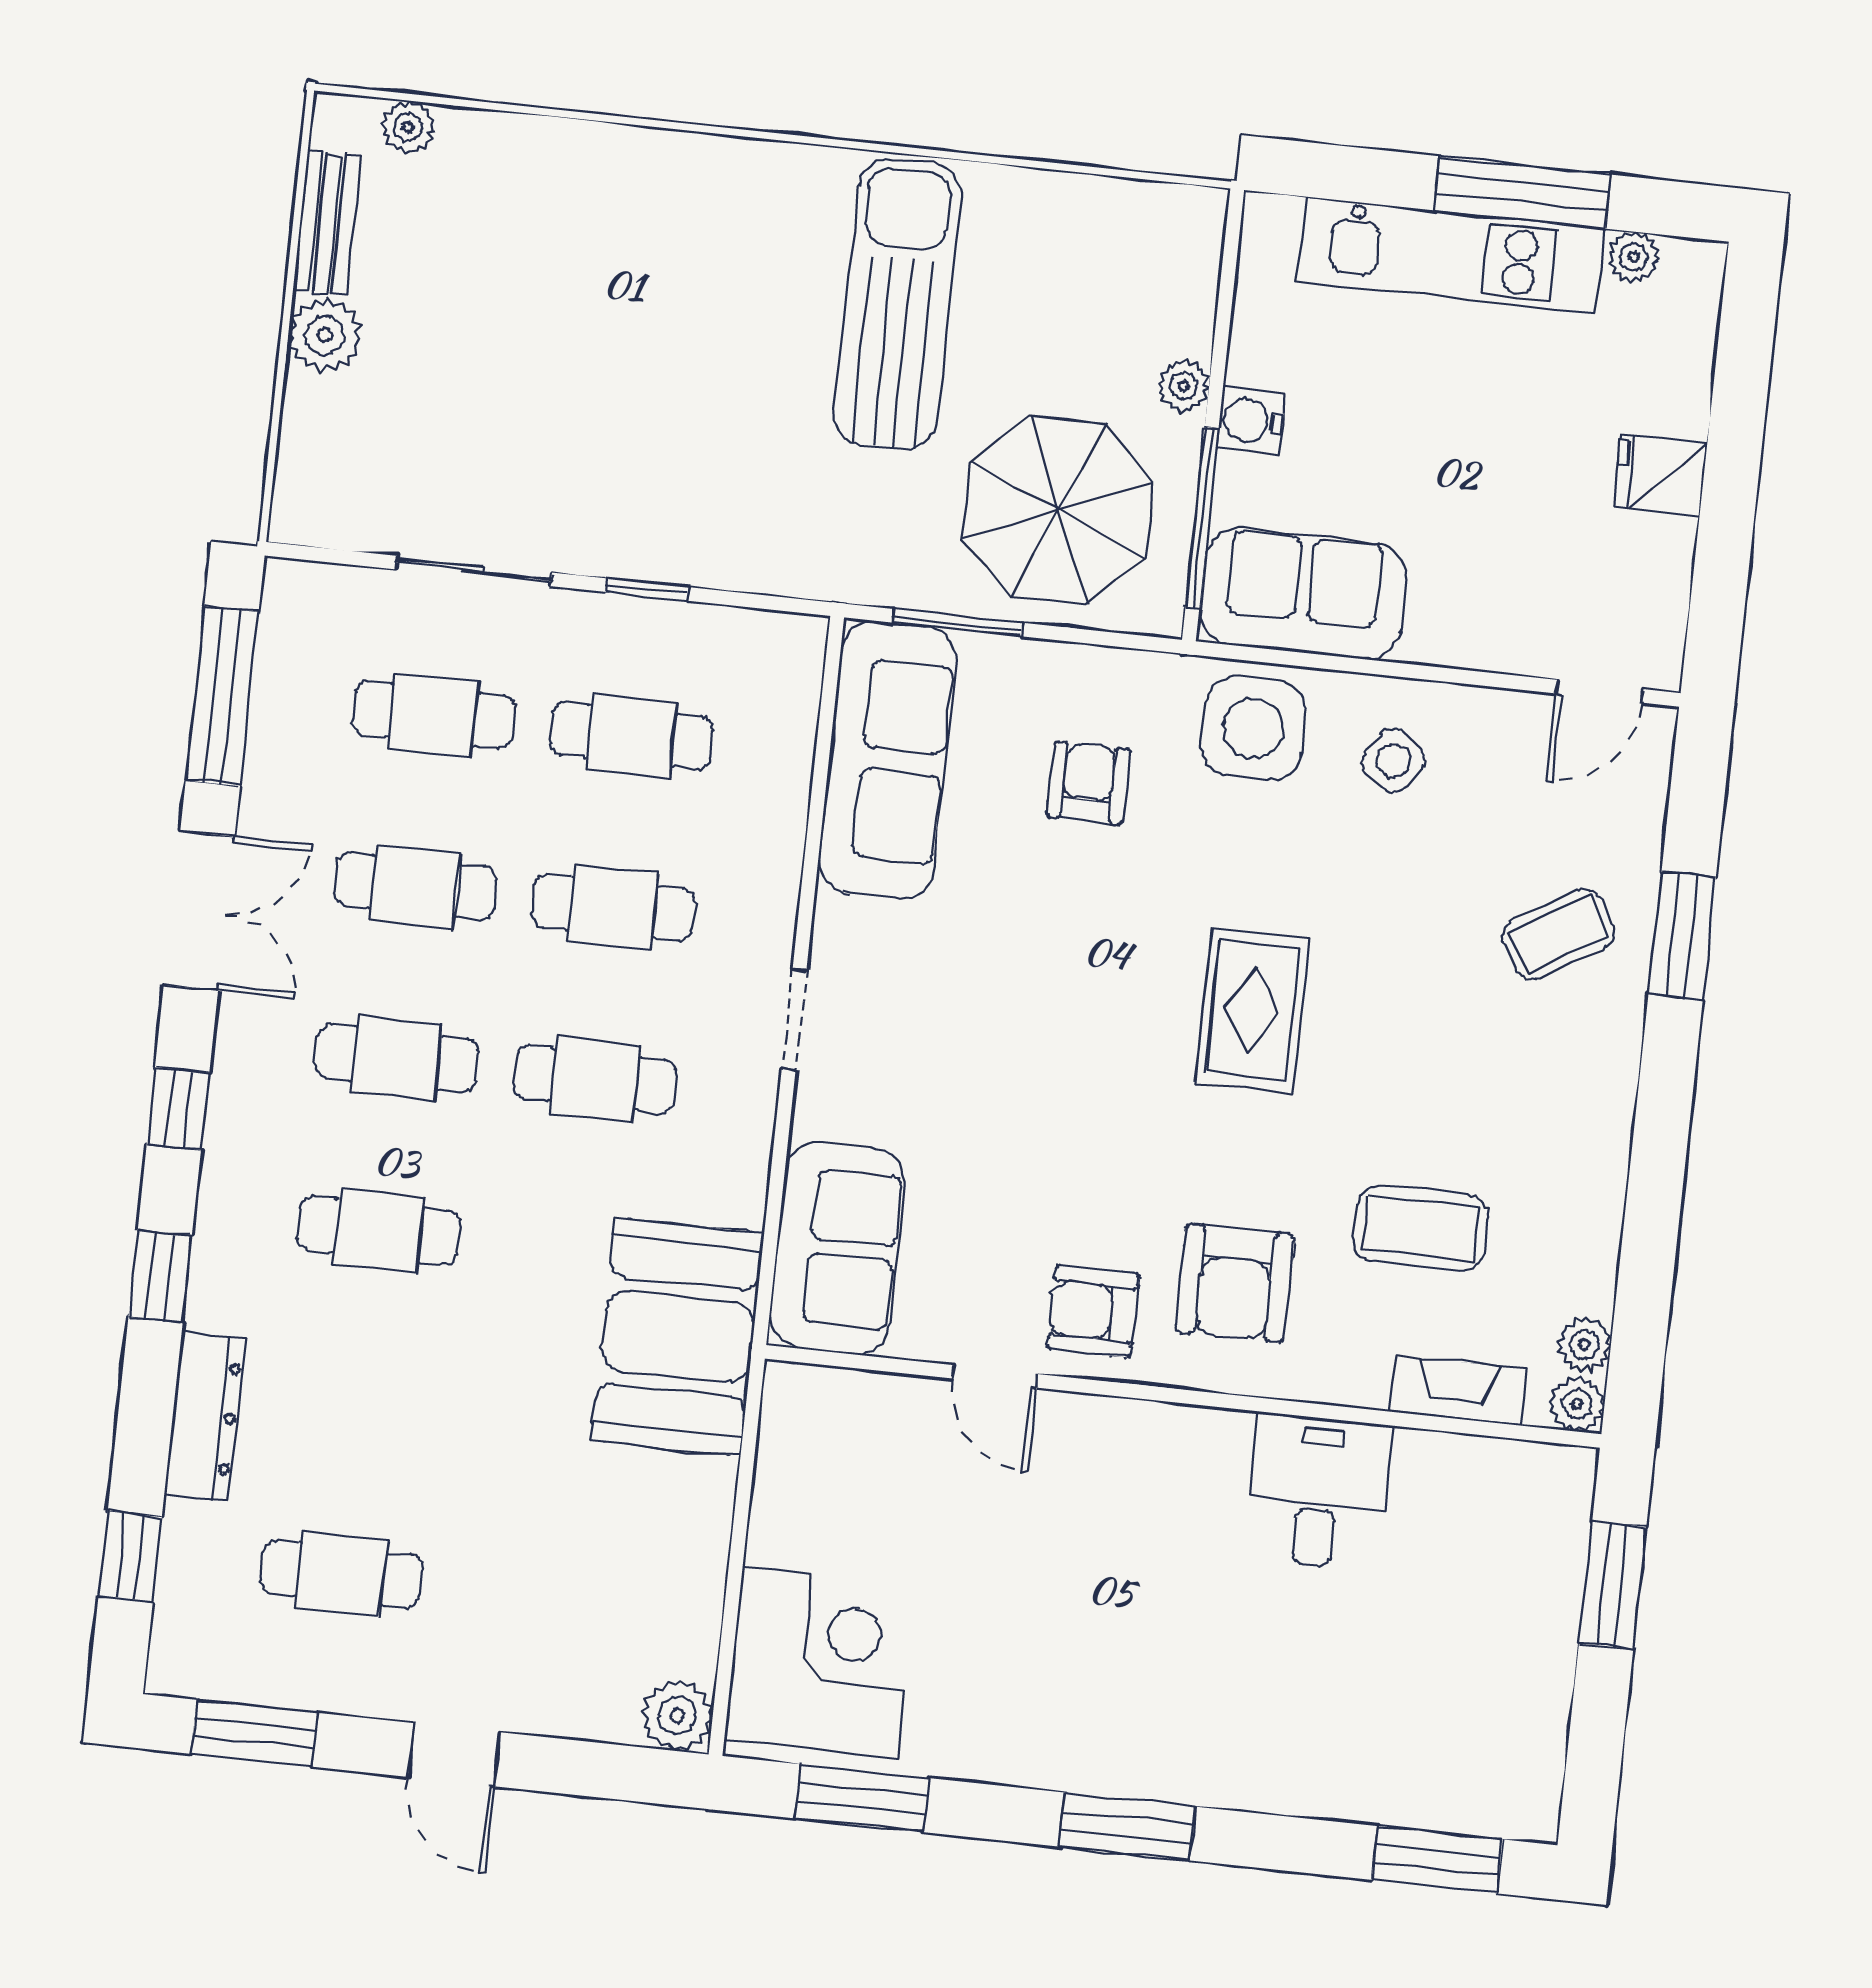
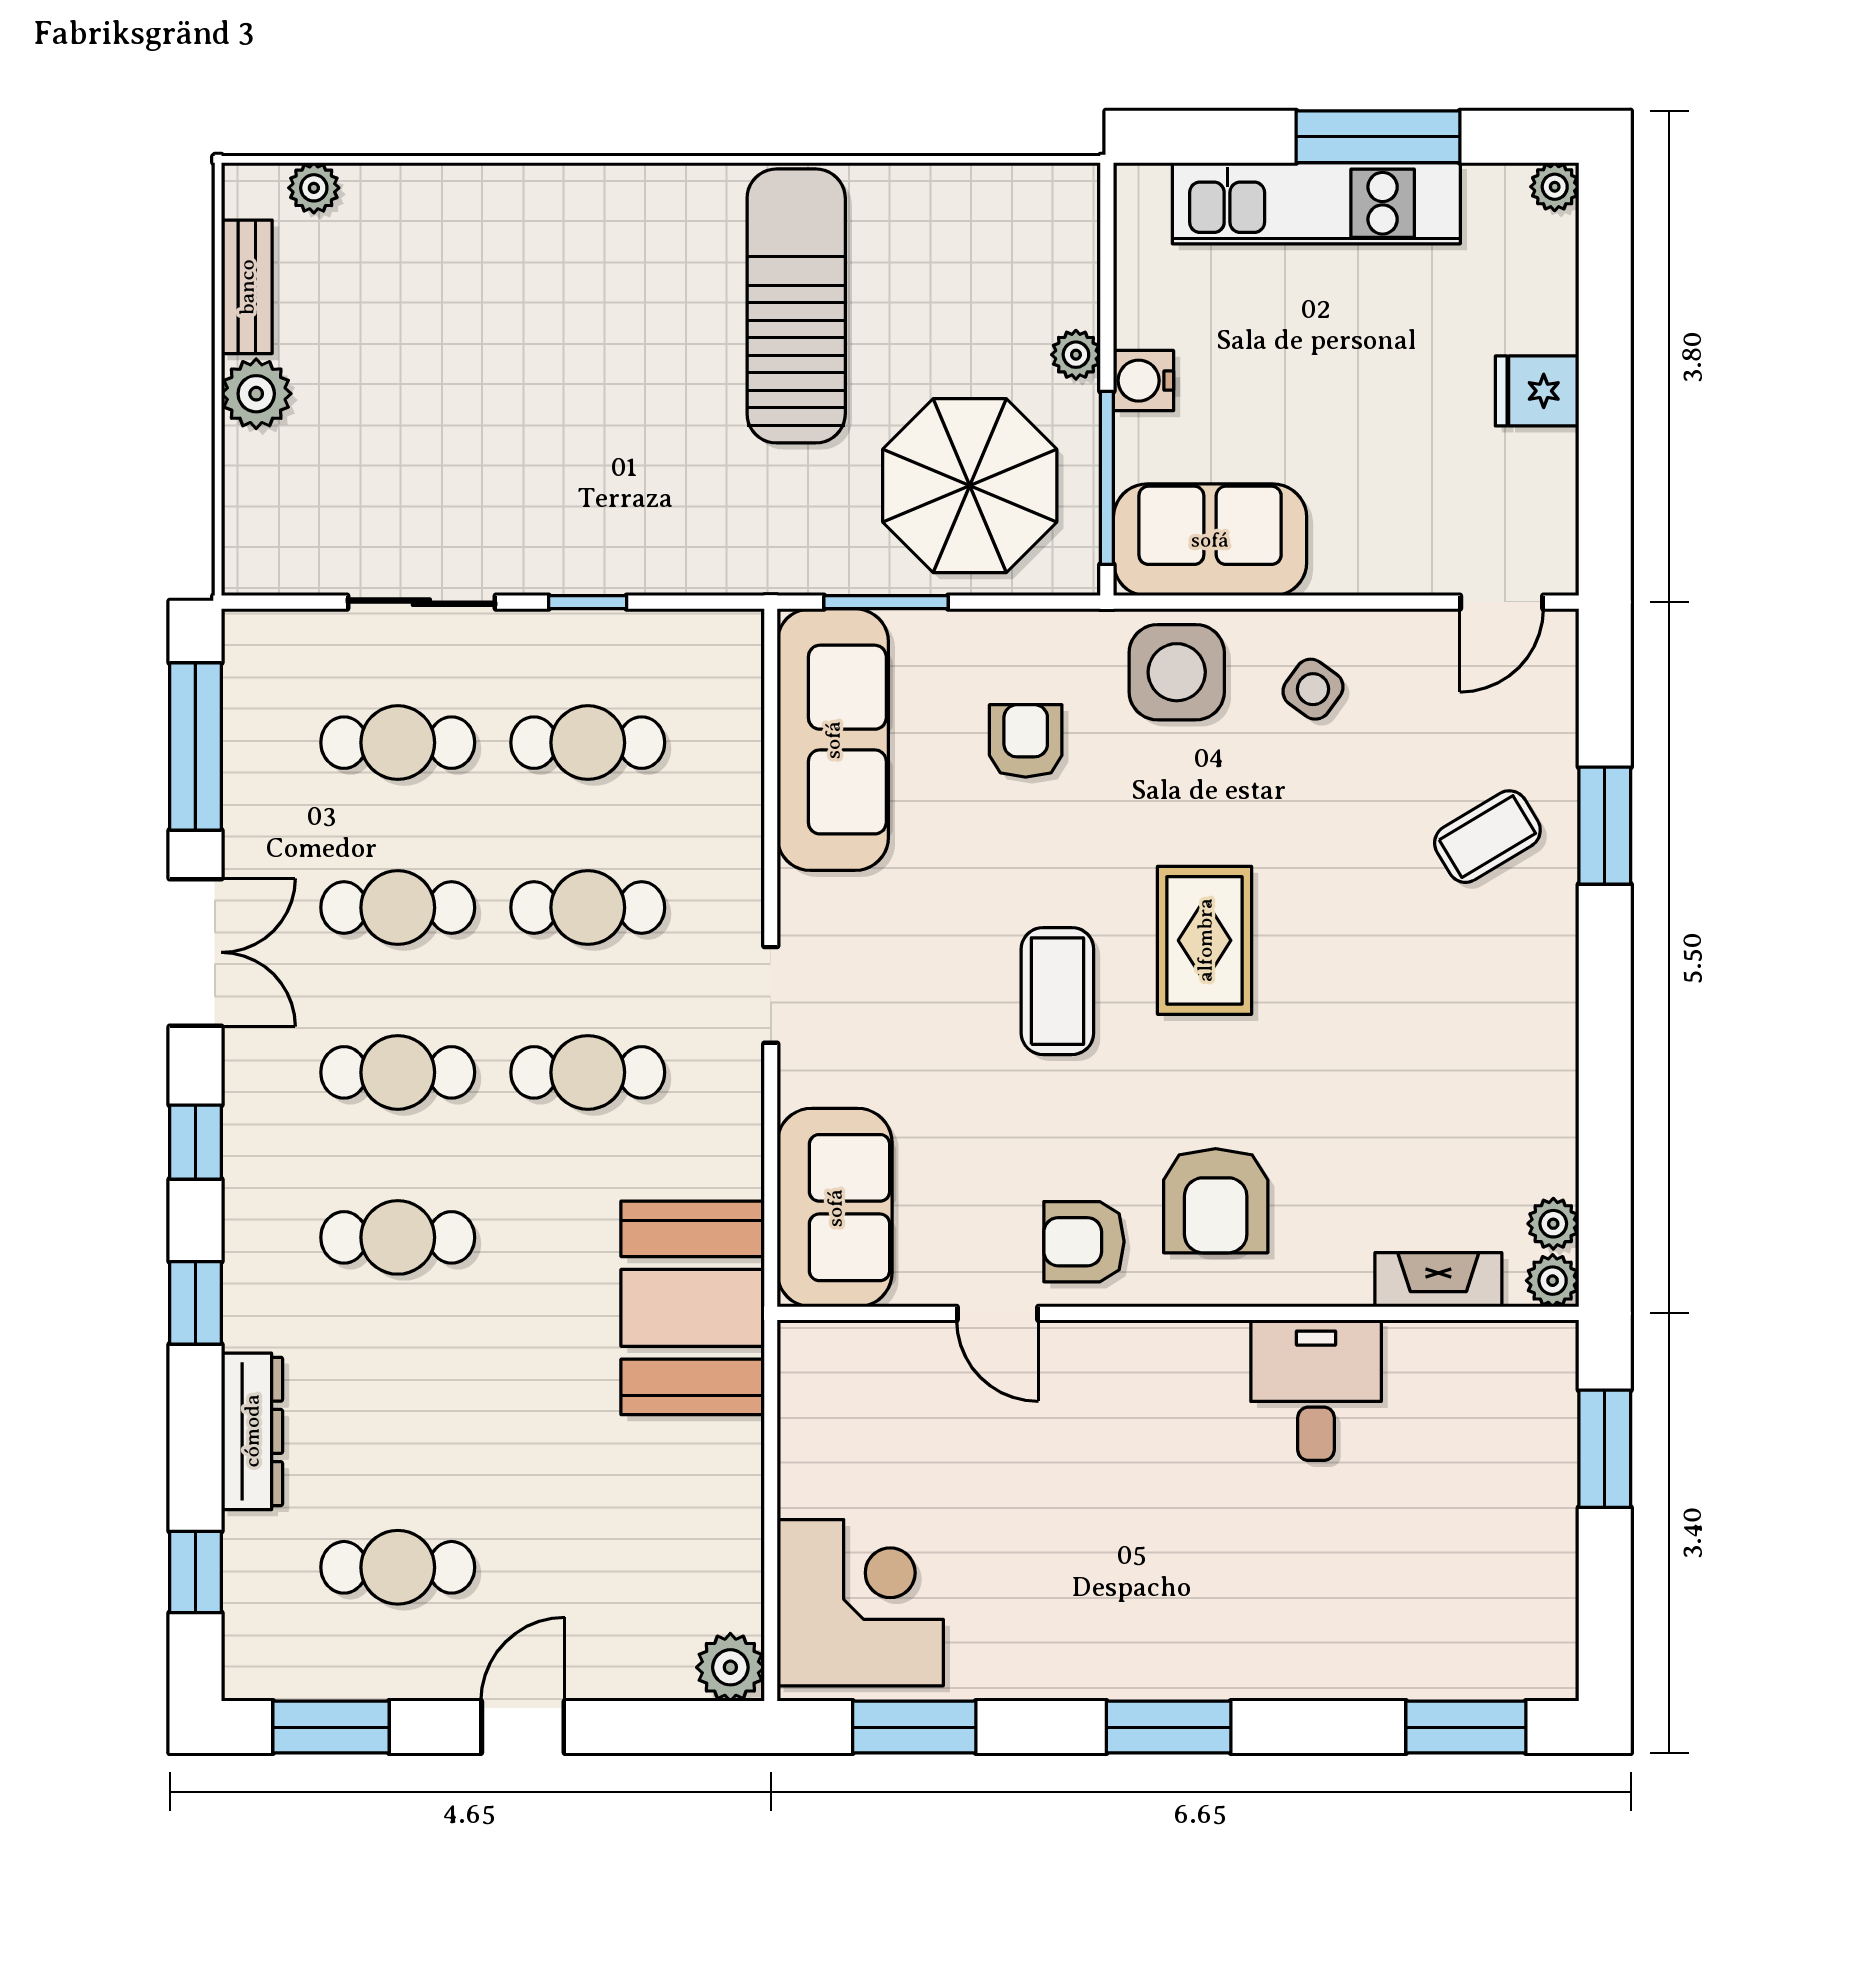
plant: (1633, 257) -> (1555, 187), moved
coffee table: (1421, 1228) -> (1057, 991), moved, turned 90
door: (454, 1755) -> (523, 1727), swing flipped

